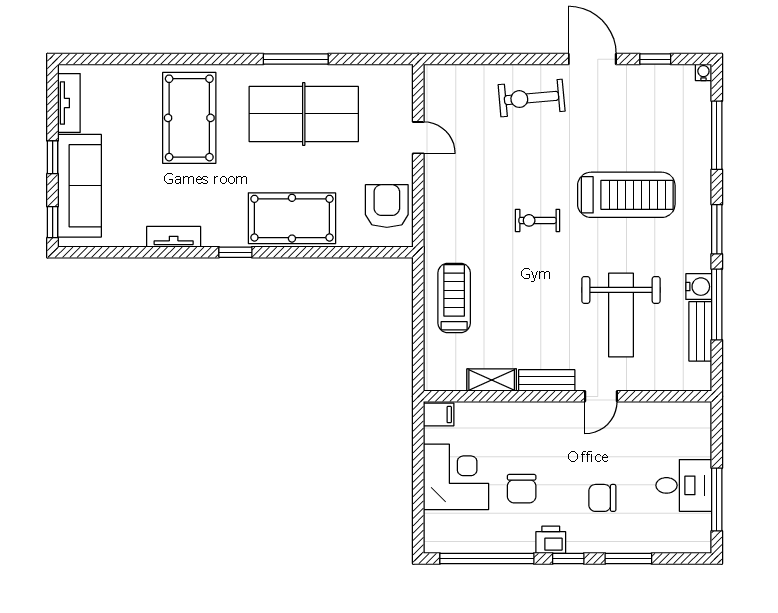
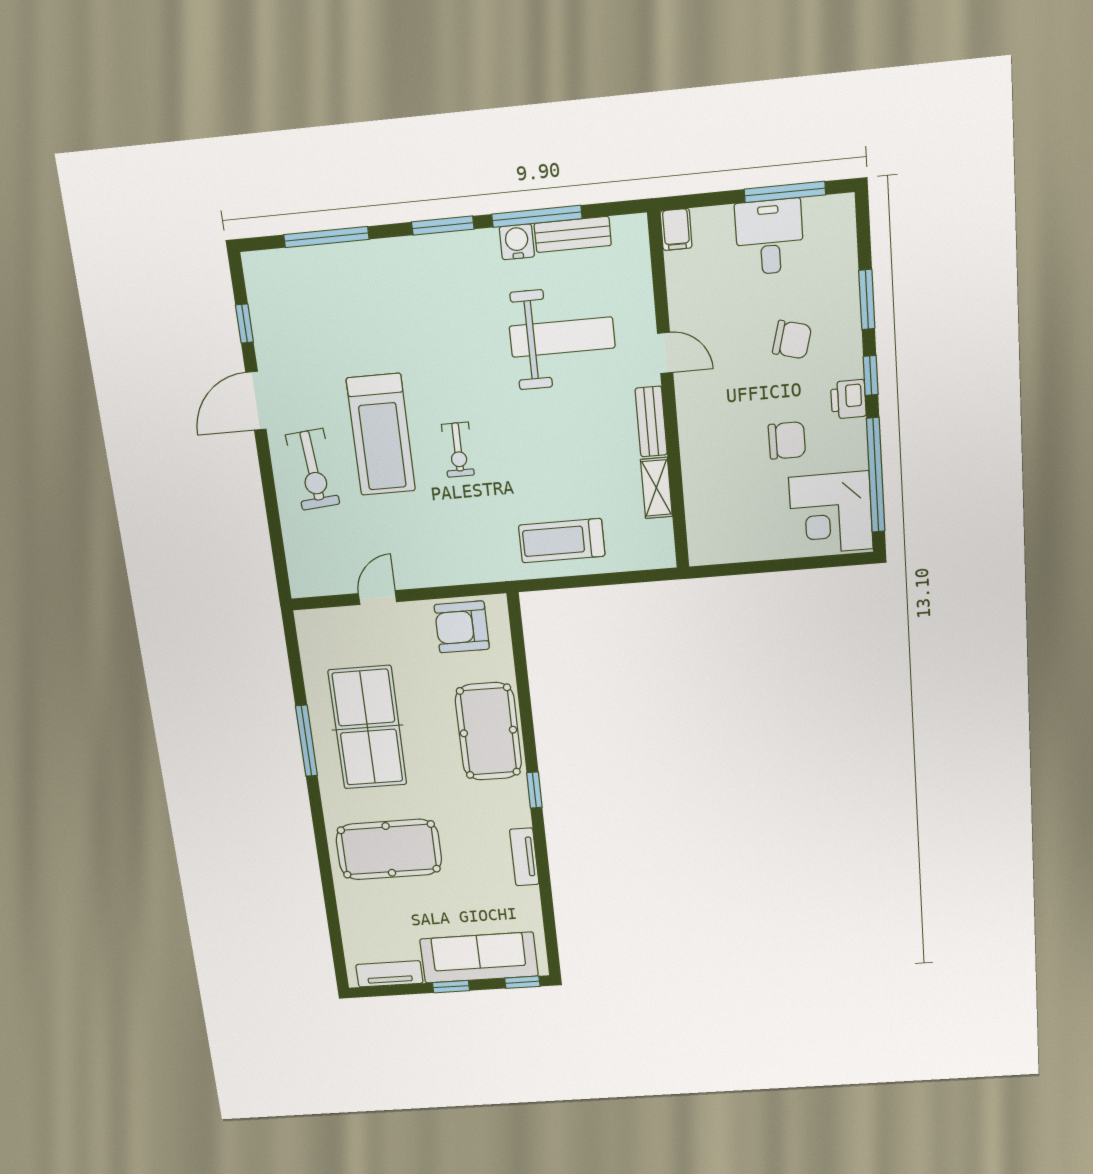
water cooler: (703, 72) -> (252, 262), removed
treadmill: (626, 195) -> (381, 435), moved, turned 180
filing cabinet: (439, 415) -> (676, 229), moved, turned 180
corner desk: (456, 477) -> (831, 513), moved, turned -90
chair: (602, 498) -> (792, 340), turned -75

